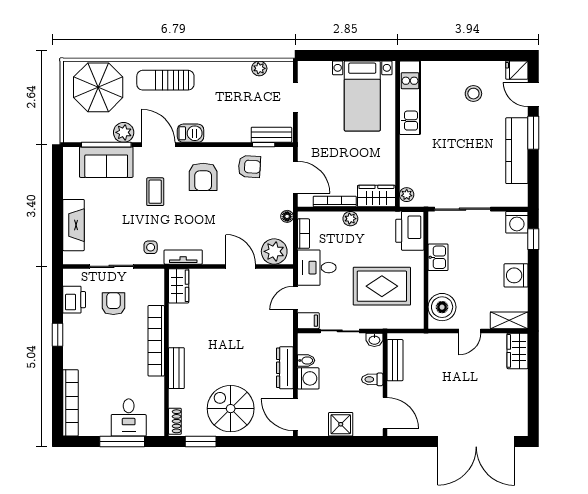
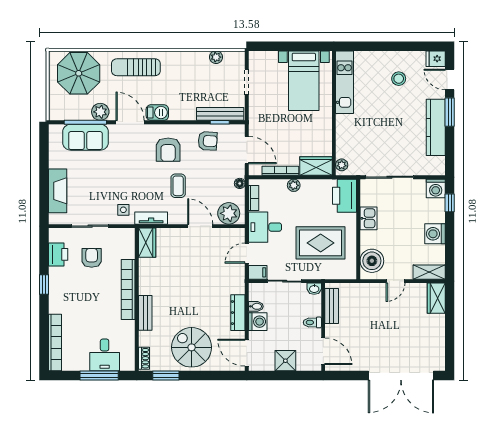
bench: (271, 135) -> (220, 114), width x1.36
coffee table: (155, 192) -> (178, 186), moved

